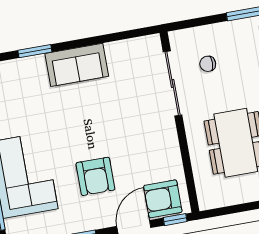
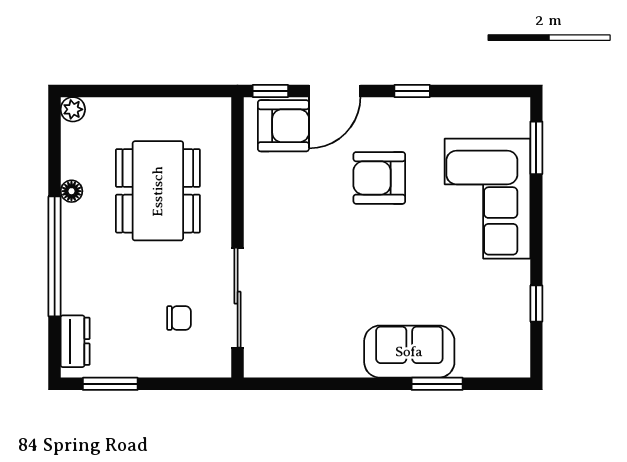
sofa: (77, 65) -> (409, 352), moved
armchair: (95, 176) -> (379, 178), turned -90

